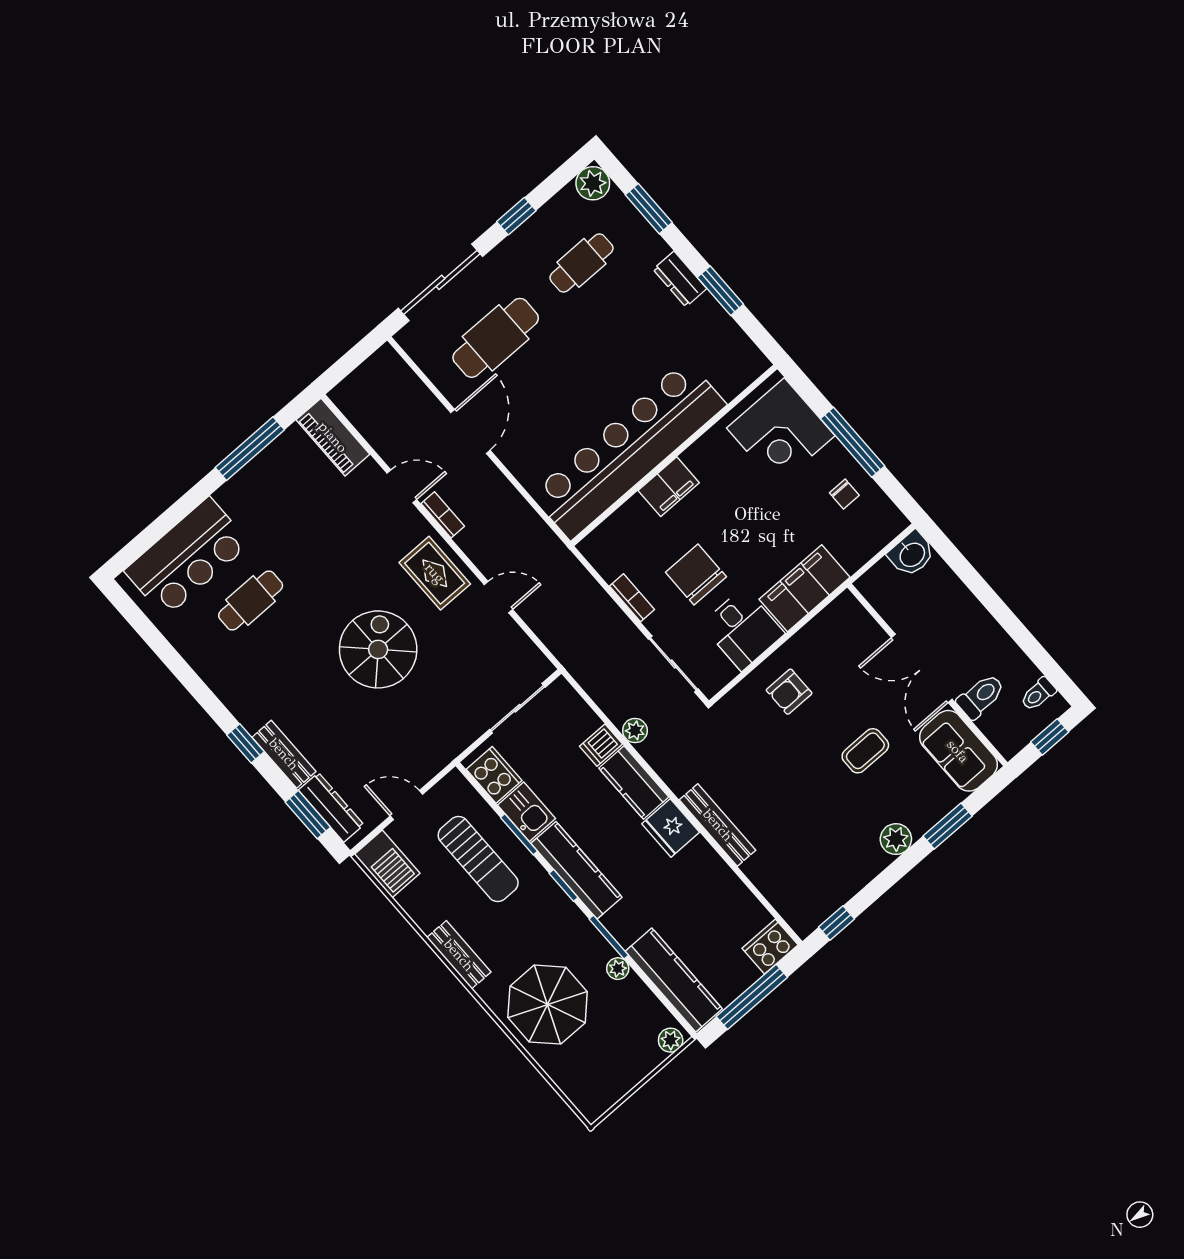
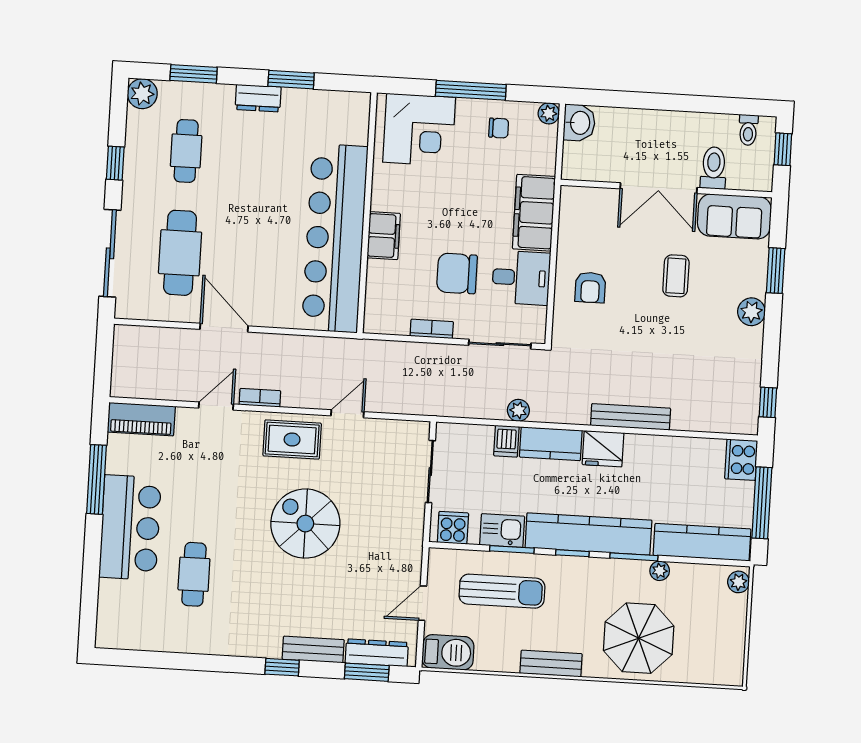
plant: (895, 522) -> (549, 113), added
bar counter: (187, 557) -> (130, 528), moved
cooker: (494, 775) -> (453, 528), width x0.73
kitchen counter: (576, 870) -> (588, 534), width x1.39, depth x1.17

